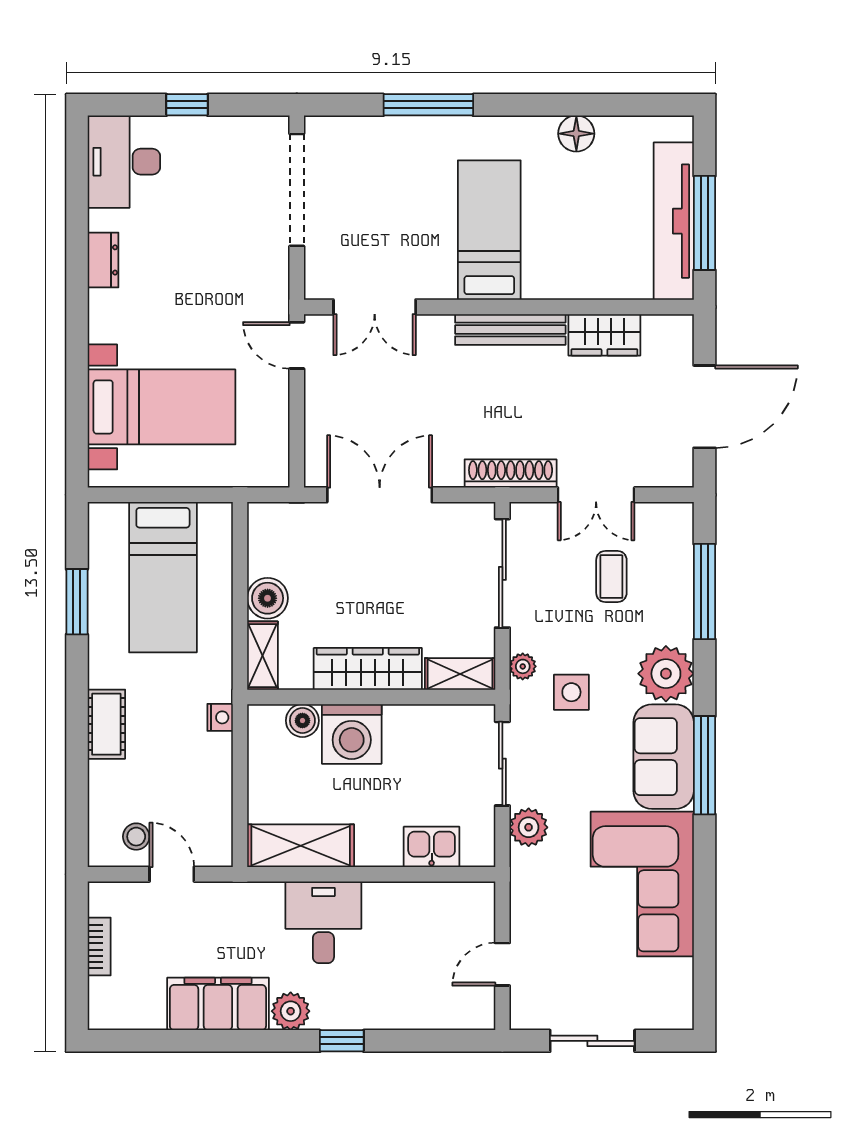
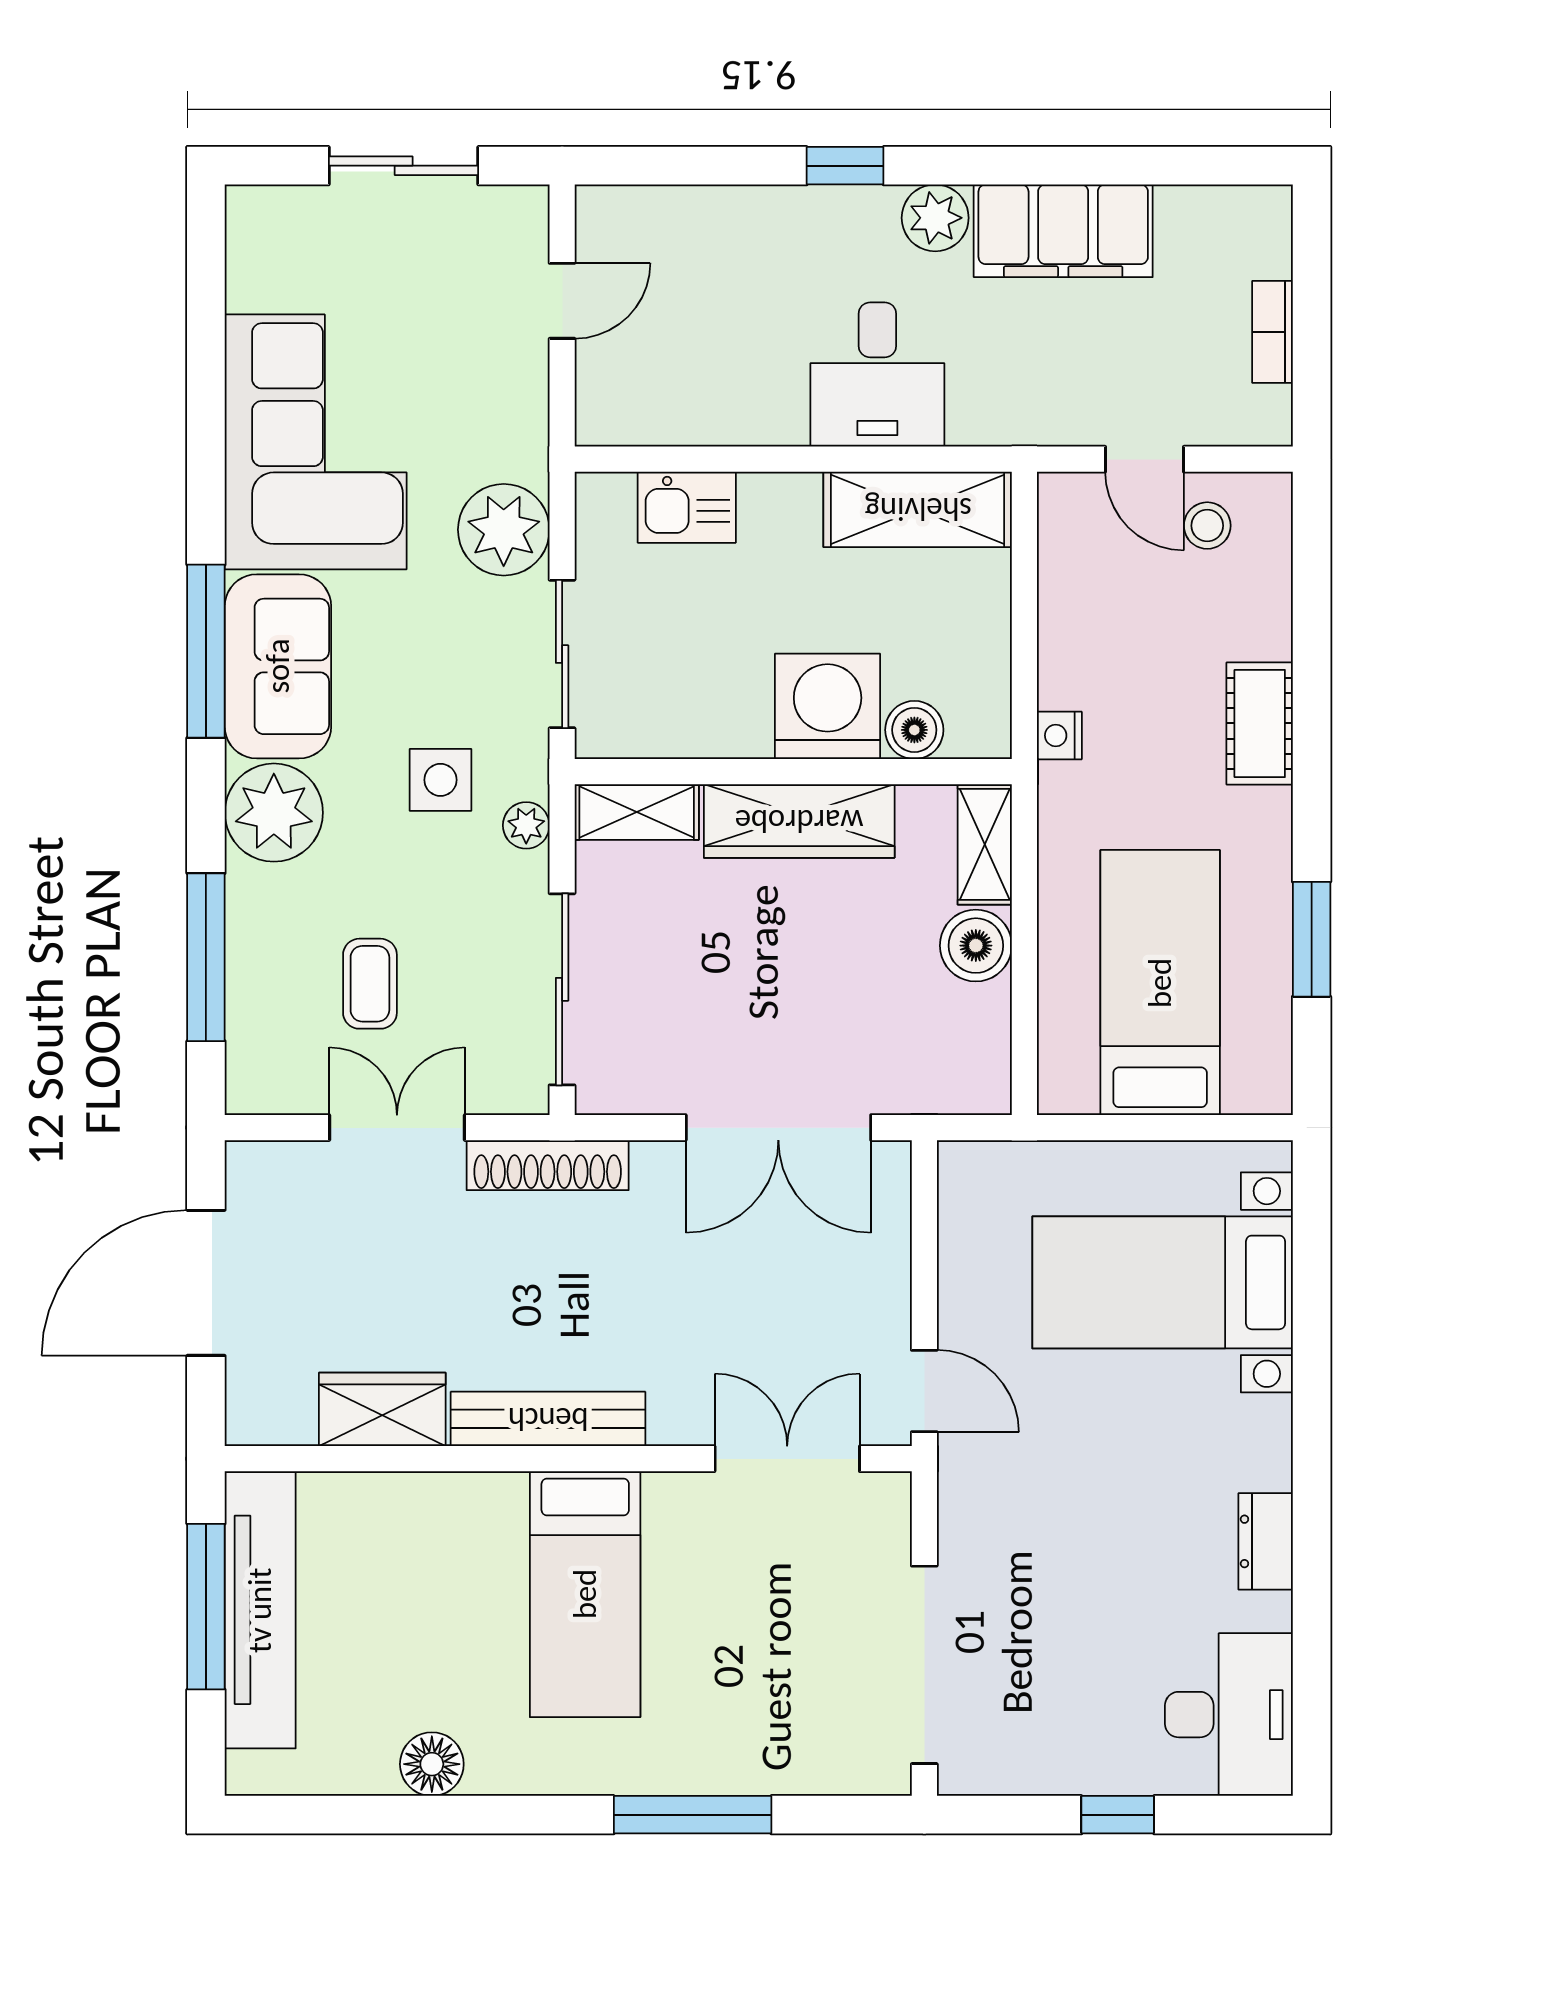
plant: (529, 827) -> (504, 530), width x1.36, depth x1.36

